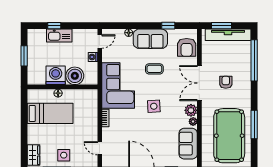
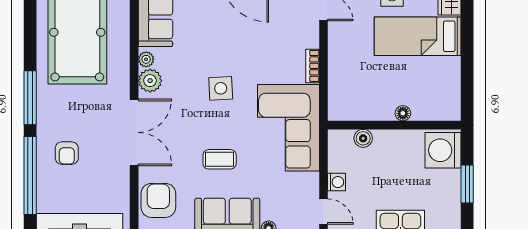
door: (100, 41) -> (324, 212), swing flipped
washing machine: (56, 75) -> (443, 150), moved, turned 90
boiler: (75, 76) -> (363, 138), width x0.54, depth x0.54
armchair: (226, 82) -> (67, 153), moved
bed: (50, 113) -> (418, 36), moved
window: (254, 125) -> (30, 98), moved

